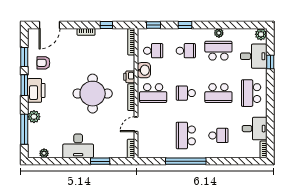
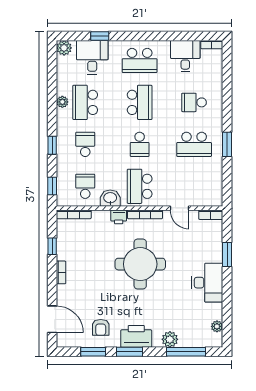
school desk: (153, 93) -> (140, 186), turned 180
school desk: (218, 135) -> (194, 102), turned -90
window: (186, 161) -> (227, 144), width x0.47

